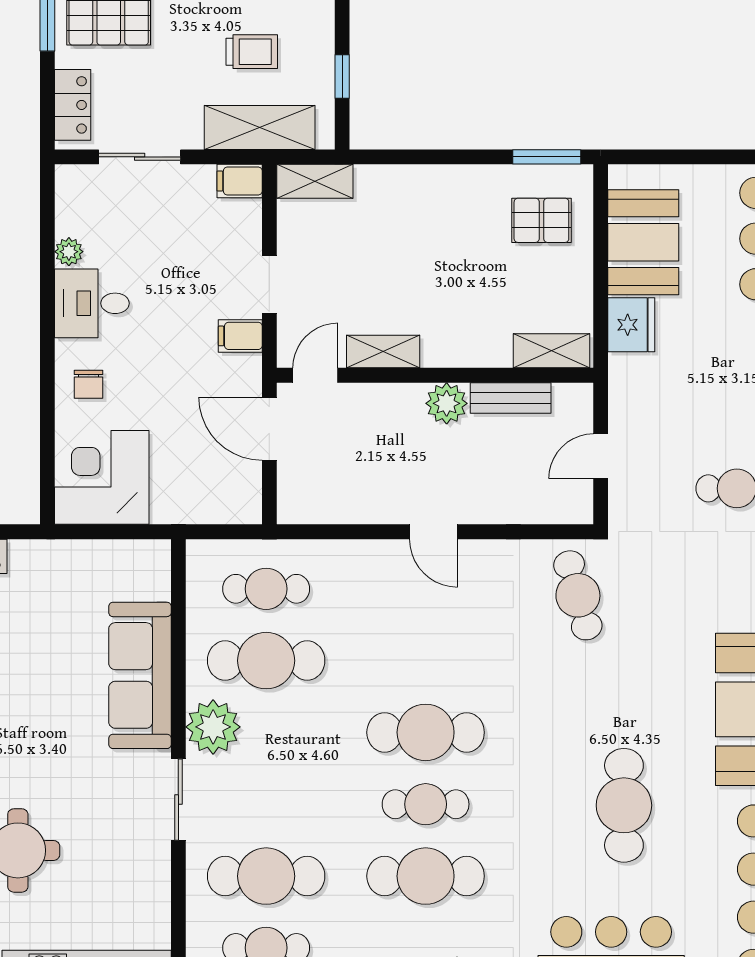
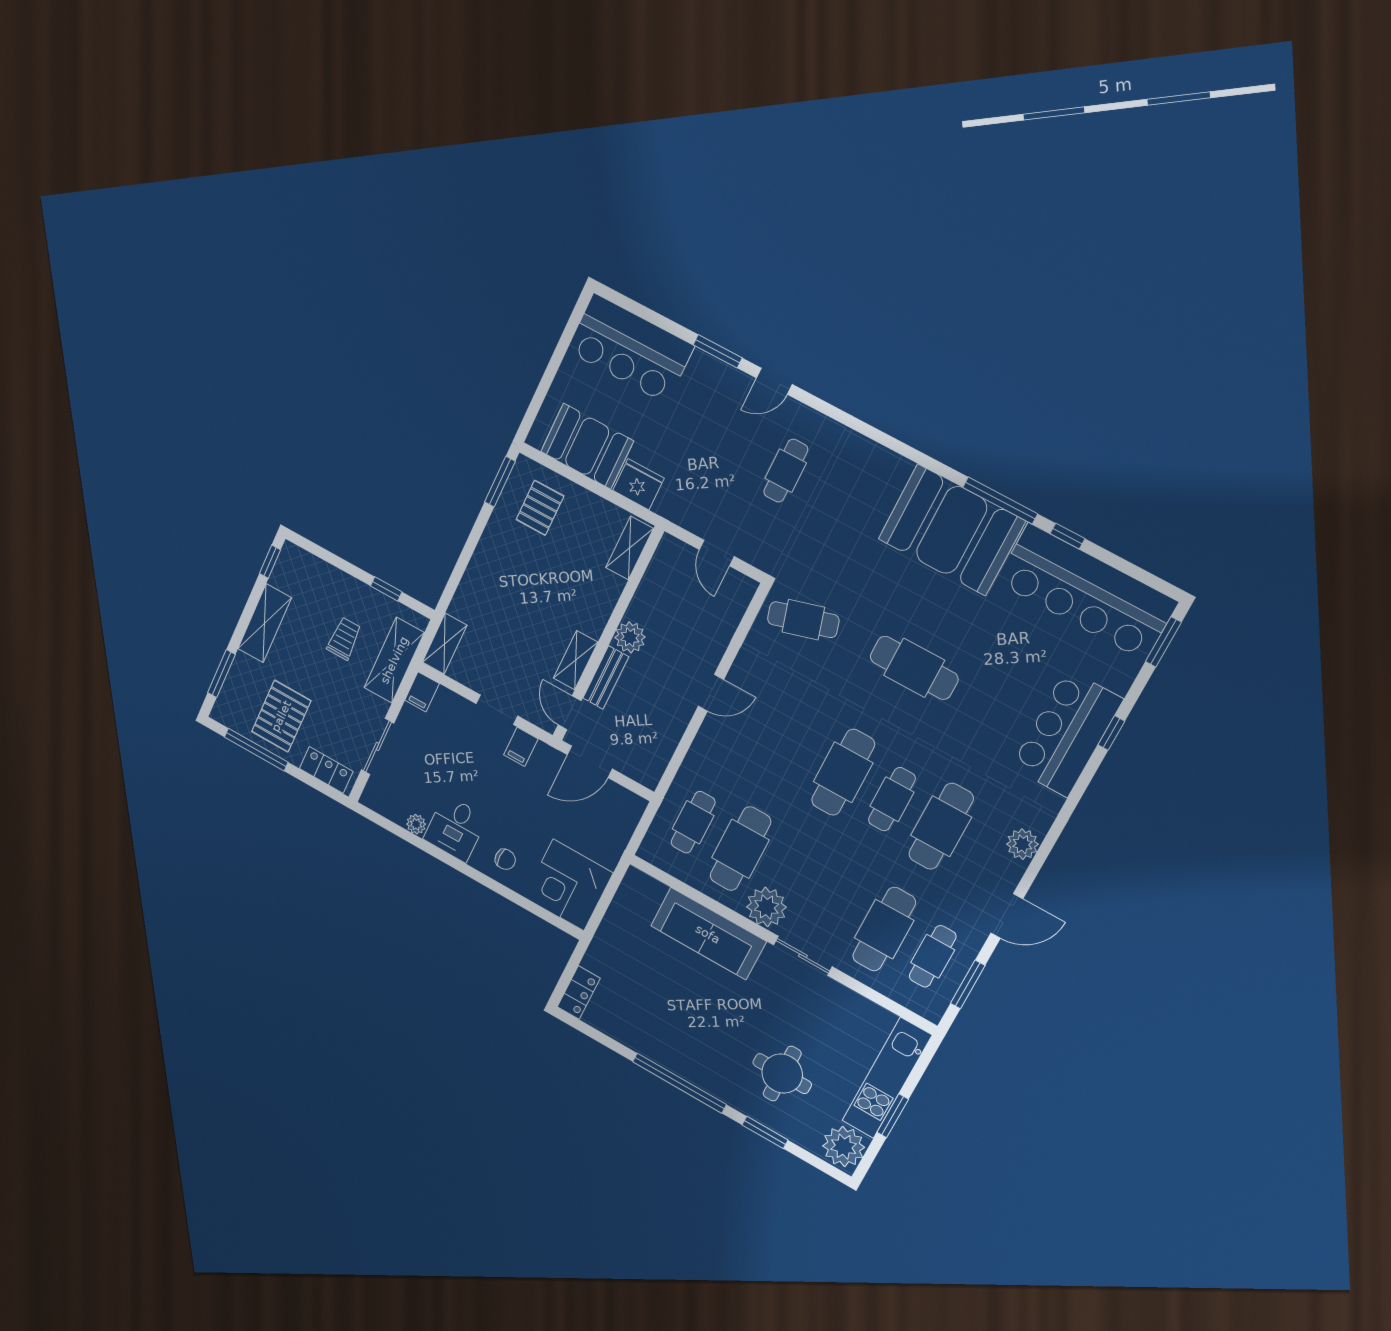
bench: (511, 398) -> (606, 677), moved
cafe table: (624, 805) -> (914, 668), moved

